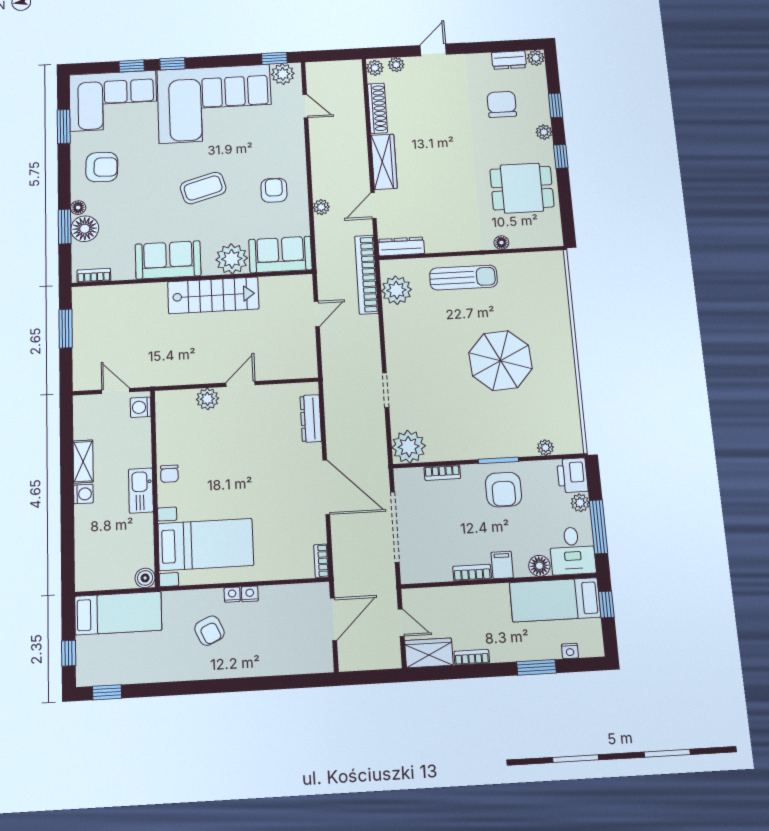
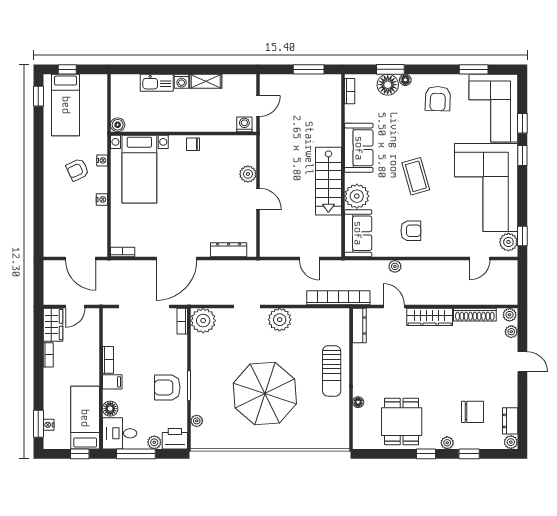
plant: (396, 290) -> (280, 320), moved
parasol: (500, 361) -> (265, 394), width x1.36, depth x1.36
bookcase: (442, 473) -> (182, 321), moved
kitchen sink: (141, 491) -> (157, 83), moved, turned 180
nightstand: (232, 595) -> (102, 160), moved
bed: (118, 613) -> (66, 105), moved
window: (536, 667) -> (38, 424), moved

